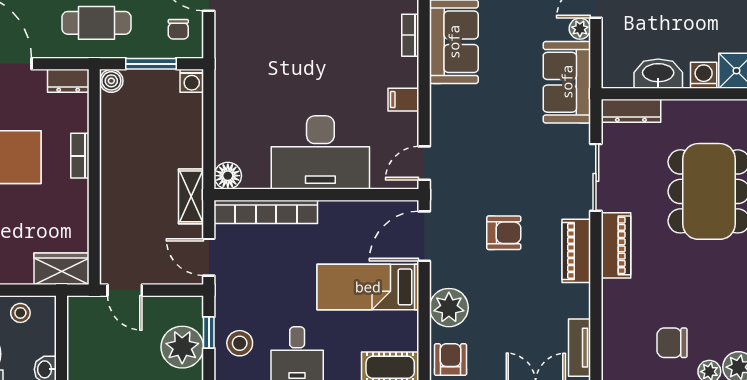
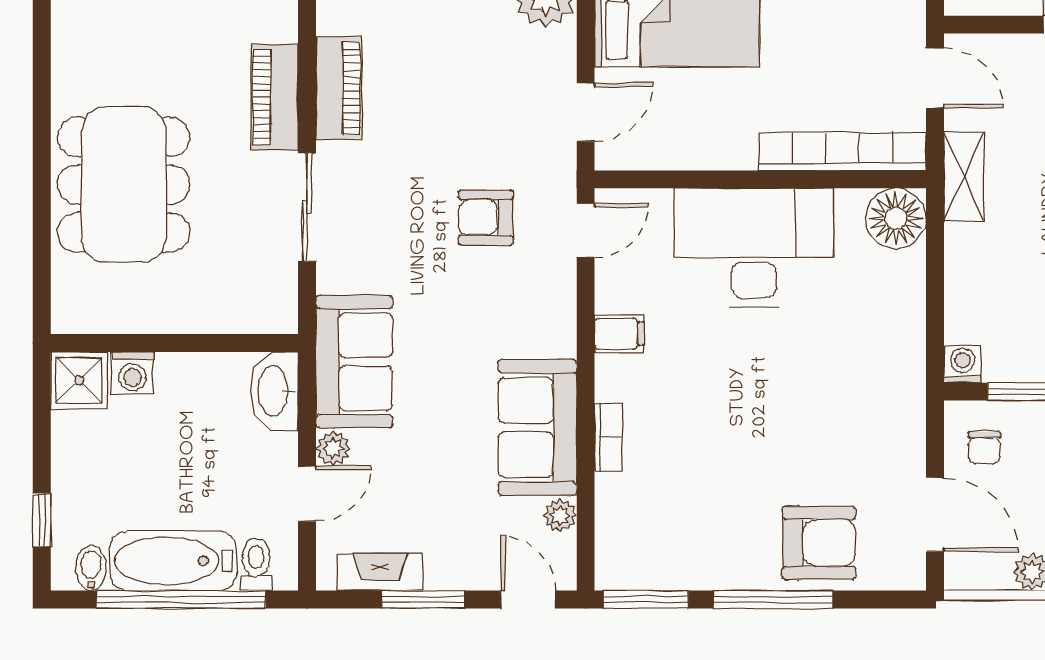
chair: (178, 29) -> (984, 448), turned 180
washbasin: (658, 74) -> (274, 391), moved, turned 90
dresser: (631, 111) -> (250, 315), removed
floor lamp: (228, 176) -> (896, 218), width x1.38, depth x1.38
armchair: (504, 233) -> (486, 217), moved
door: (424, 236) -> (586, 112), width x0.73

